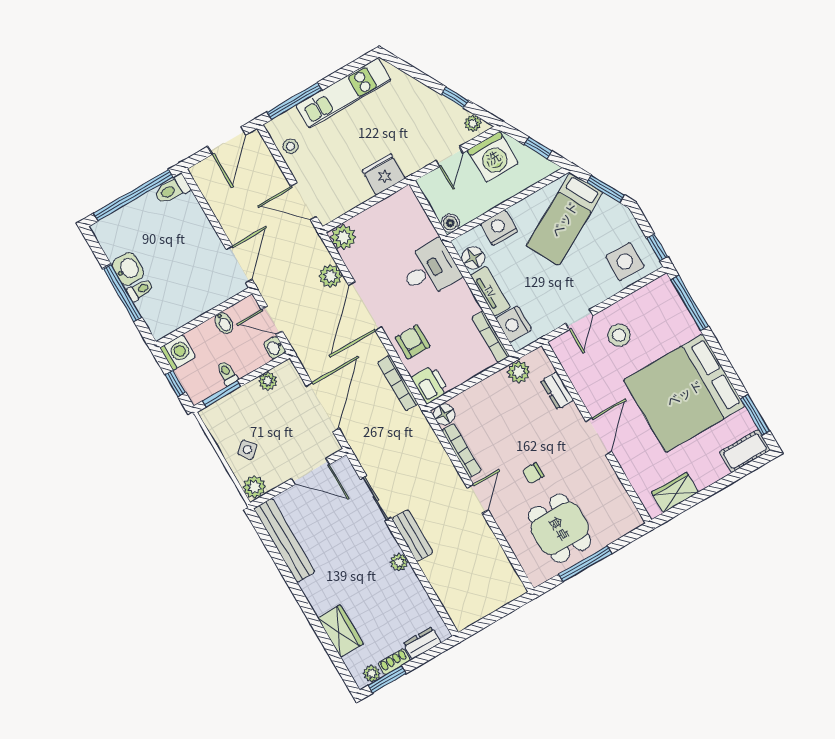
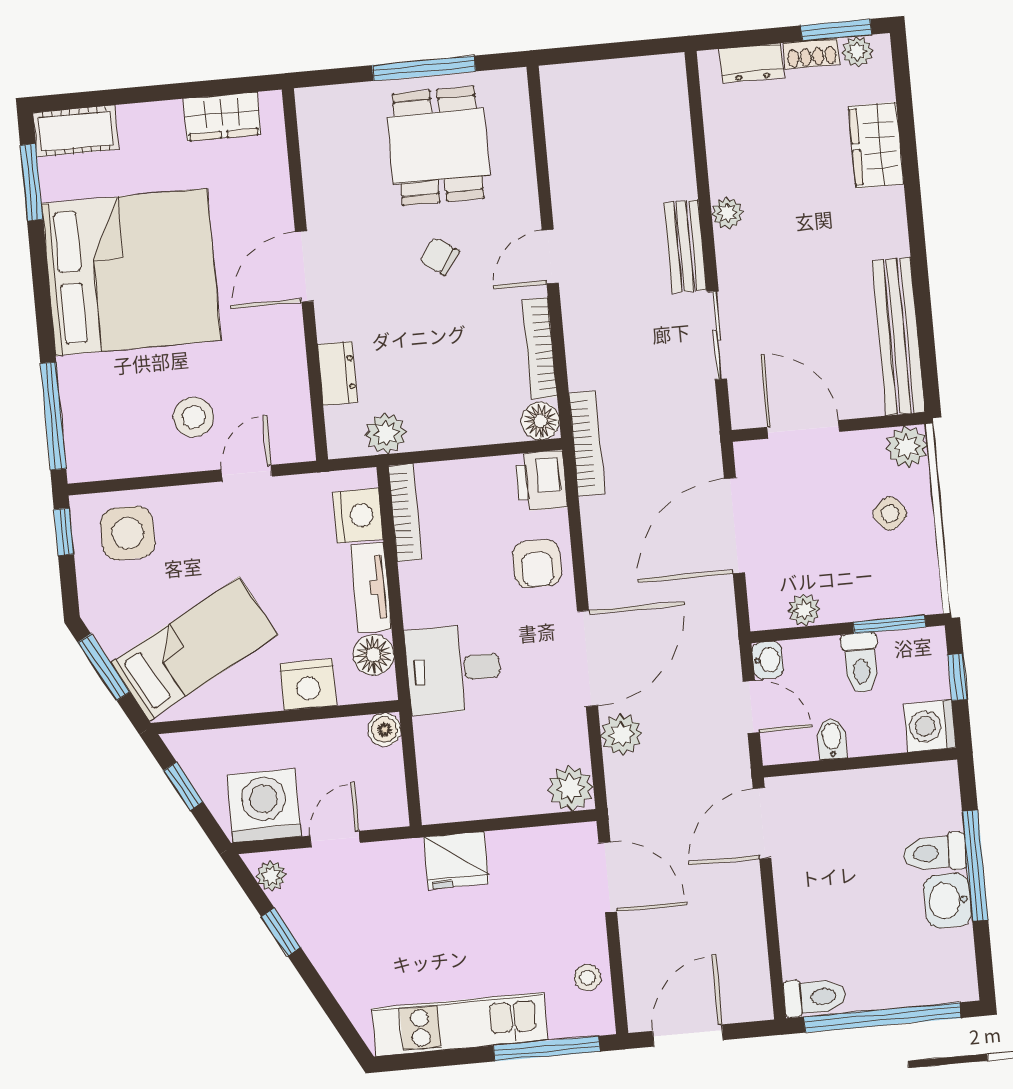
toilet: (140, 290) -> (935, 853), width x1.37, depth x1.39
toilet: (227, 373) -> (861, 663), width x1.37, depth x1.39
bookcase: (398, 383) -> (587, 444), moved
chair: (533, 473) -> (440, 256), turned -145

